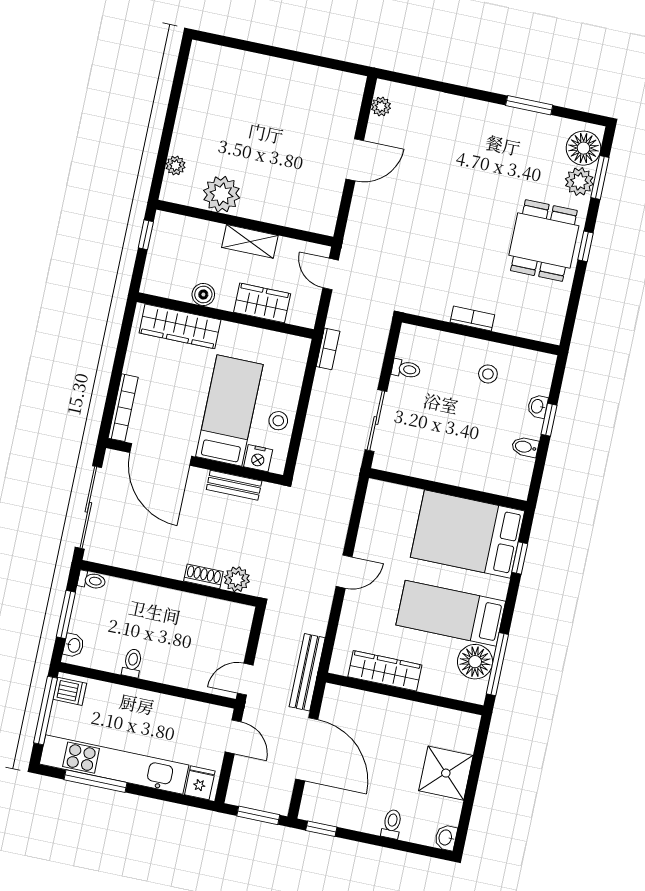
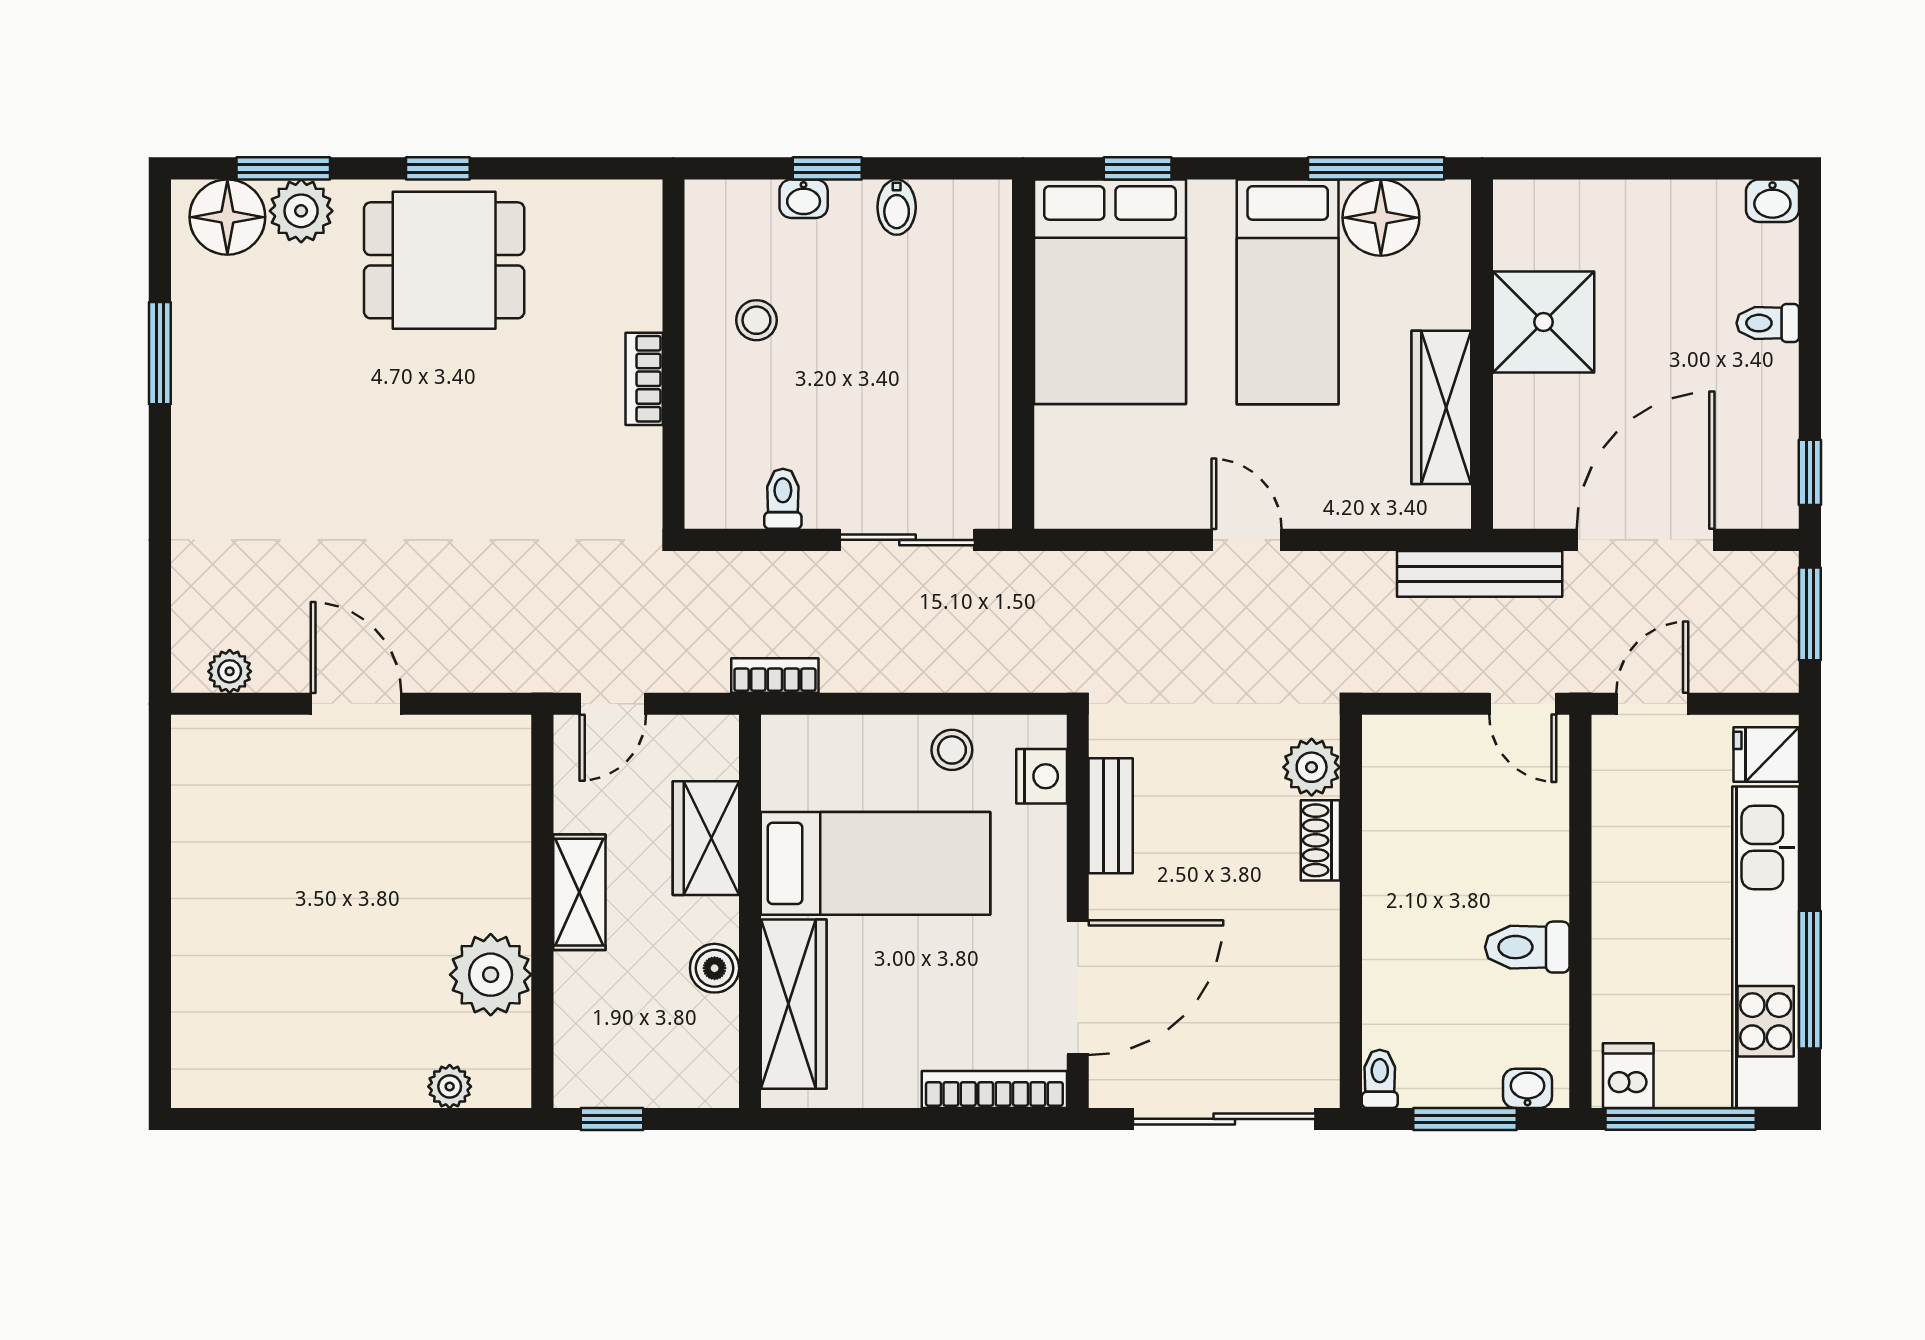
bed: (229, 411) -> (875, 863), moved, turned 180
toilet: (132, 663) -> (1527, 947), width x1.37, depth x1.39
shower: (446, 773) -> (1543, 322), moved

